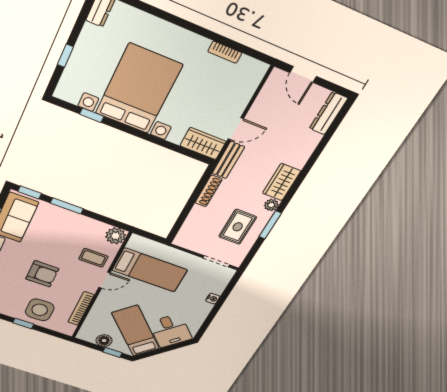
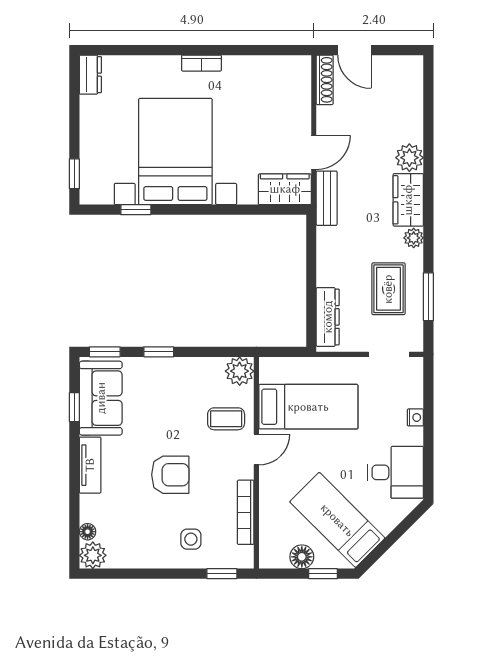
bookcase: (225, 52) -> (201, 63), moved
window: (65, 56) -> (74, 174), moved
dresser: (328, 113) -> (328, 317), moved, turned 180
plant: (298, 158) -> (409, 158), added
shoe rack: (209, 191) -> (325, 80), moved
window: (67, 206) -> (159, 352), width x0.67
window: (270, 225) -> (428, 297), moved
side table: (40, 310) -> (191, 539), width x0.54, depth x0.54
window: (23, 323) -> (222, 574), moved
desk: (170, 331) -> (396, 472), moved, turned -45

